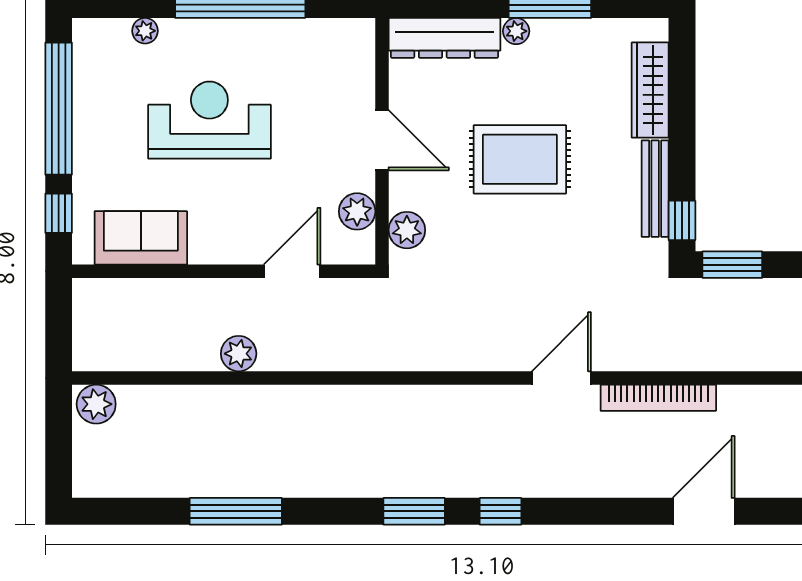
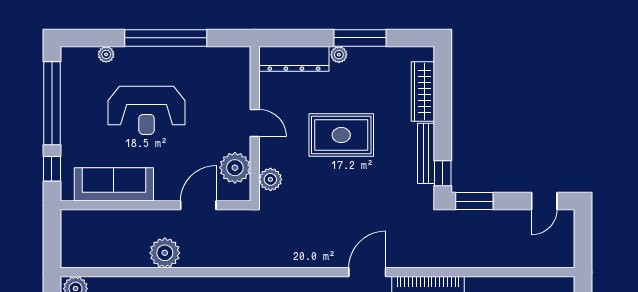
reception desk: (209, 120) -> (147, 110), turned 180
door: (382, 140) -> (255, 123), width x0.73
plant: (357, 211) -> (235, 168), width x1.36, depth x1.36
sofa: (141, 238) -> (114, 184), width x1.36
plant: (239, 354) -> (165, 253), width x1.36, depth x1.36

